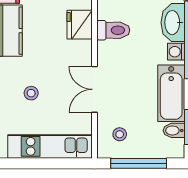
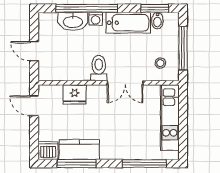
toilet: (113, 30) -> (99, 68), moved
stool: (31, 93) -> (128, 132), removed

